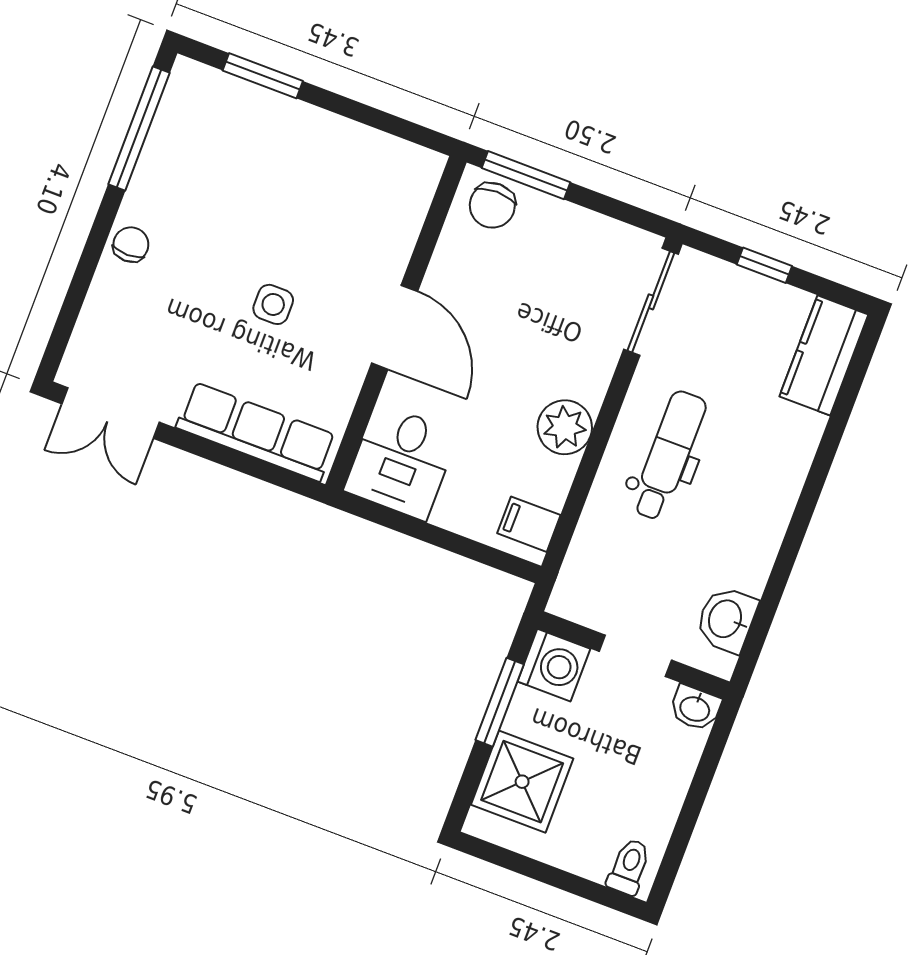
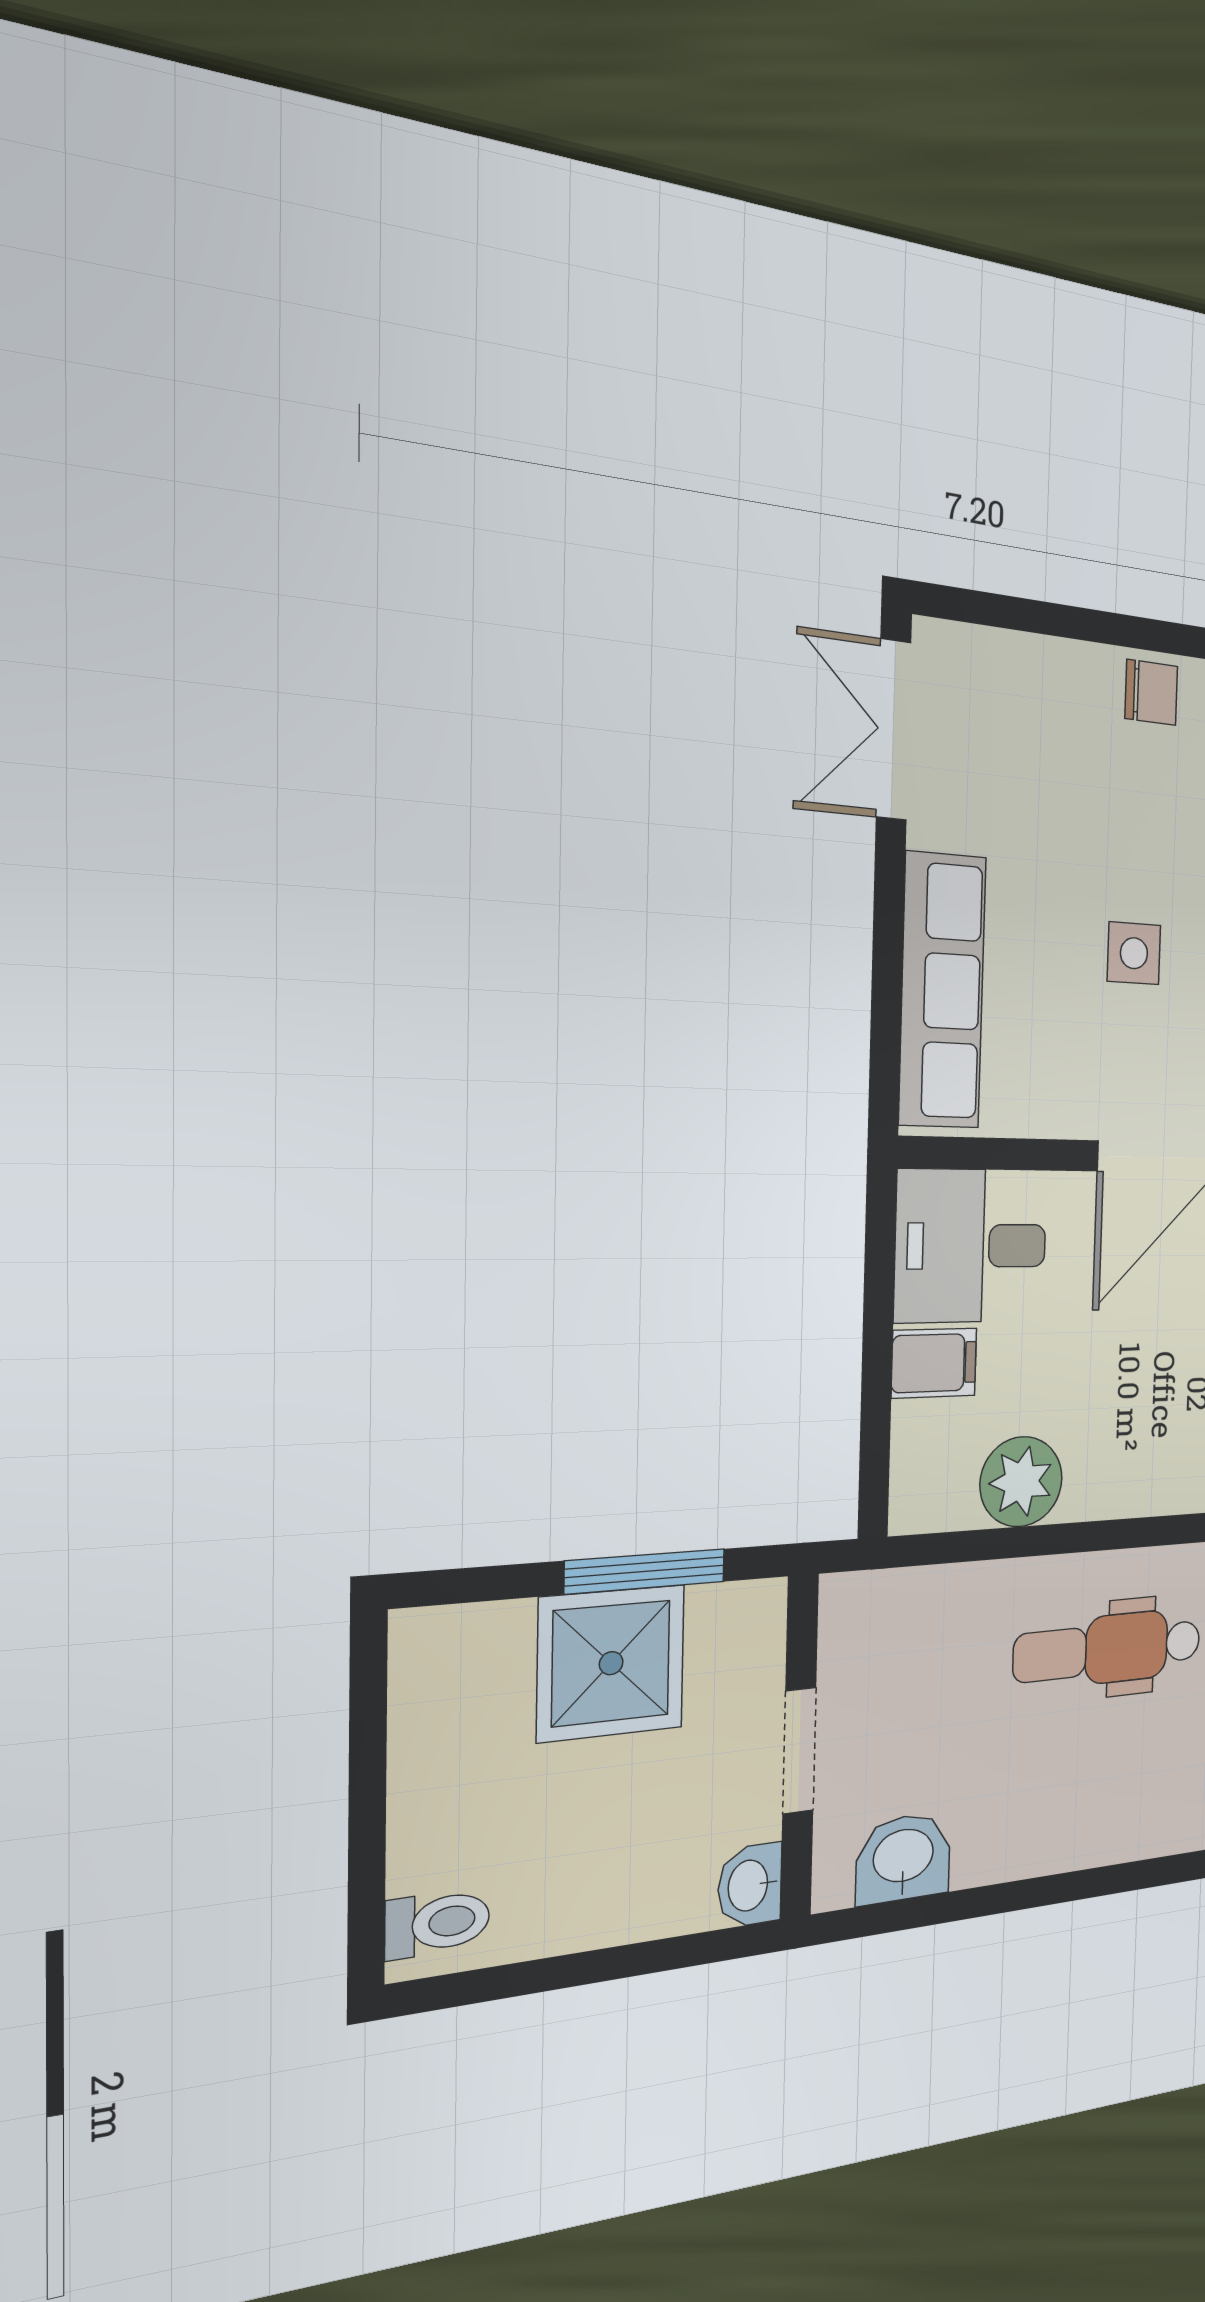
plant: (565, 427) -> (1021, 1482), moved
dental chair: (669, 455) -> (1108, 1649), turned 180
filing cabinet: (529, 524) -> (934, 1363), moved, turned 90
washing machine: (554, 665) -> (739, 1630), removed
shower: (522, 782) -> (611, 1663), moved

